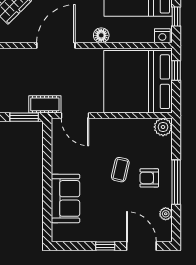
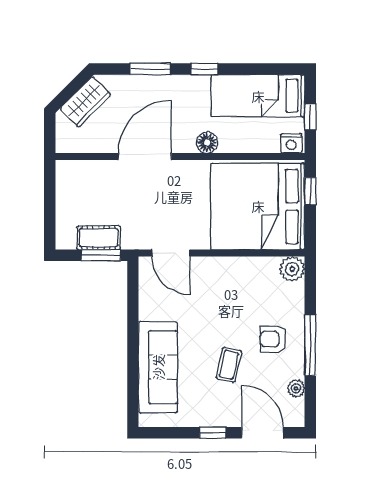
cot: (45, 104) -> (99, 238), moved
coffee table: (120, 170) -> (229, 365), moved
sofa: (65, 198) -> (158, 367), width x1.36

